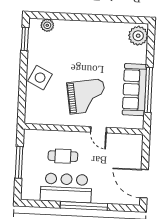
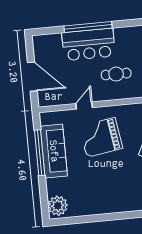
door: (99, 130) -> (84, 106), hinge flipped
door: (144, 184) -> (32, 77), moved
bar counter: (66, 188) -> (89, 44), moved

